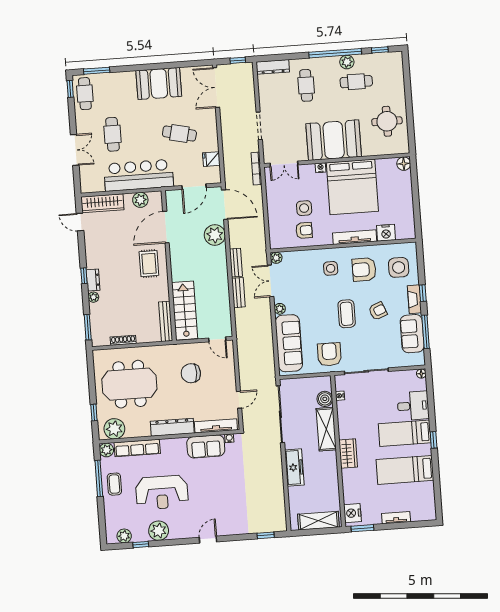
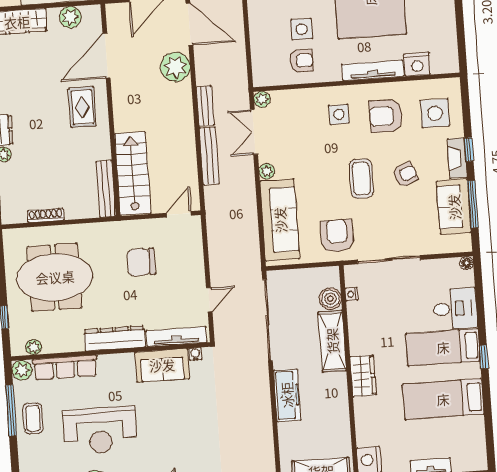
bench: (238, 293) -> (209, 156), width x1.36
door: (217, 339) -> (179, 214), swing flipped
plant: (114, 429) -> (34, 347), width x0.53, depth x0.53

